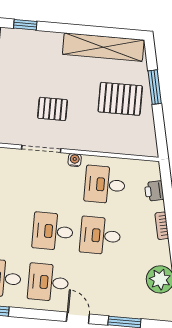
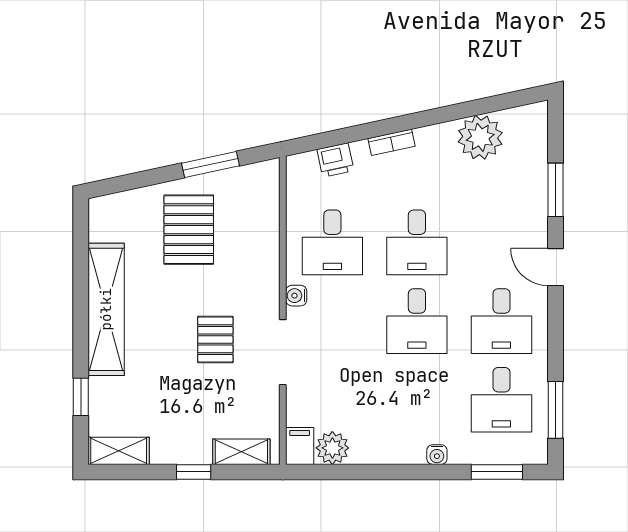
shelving: (103, 47) -> (106, 309), moved
window: (155, 87) -> (211, 165), moved
door: (78, 318) -> (556, 267), hinge flipped

